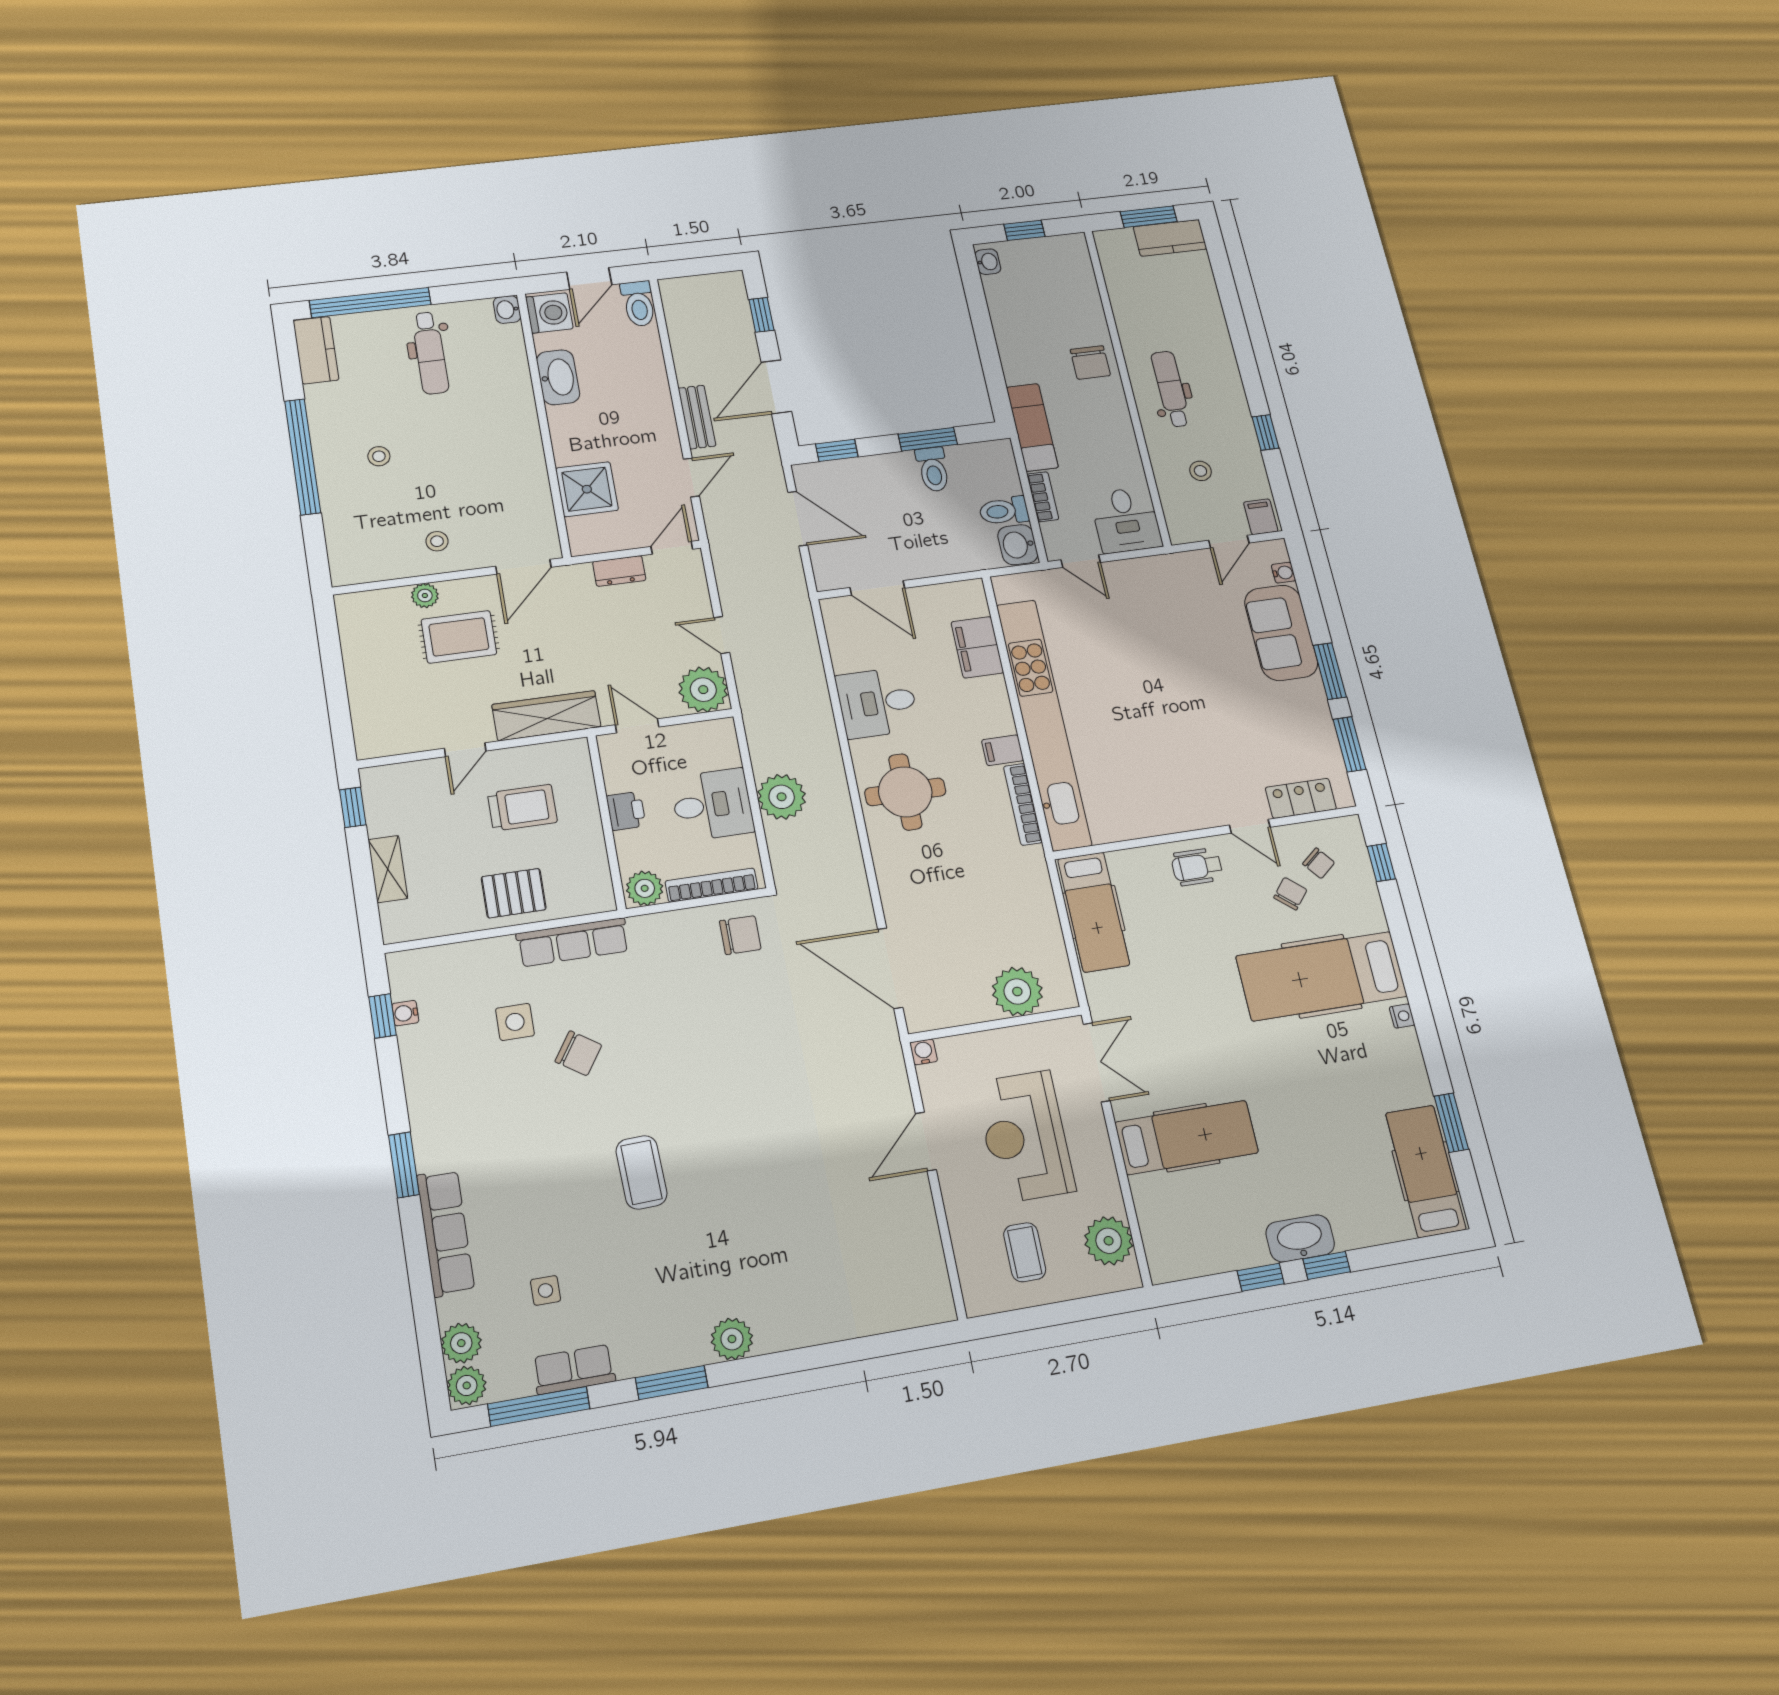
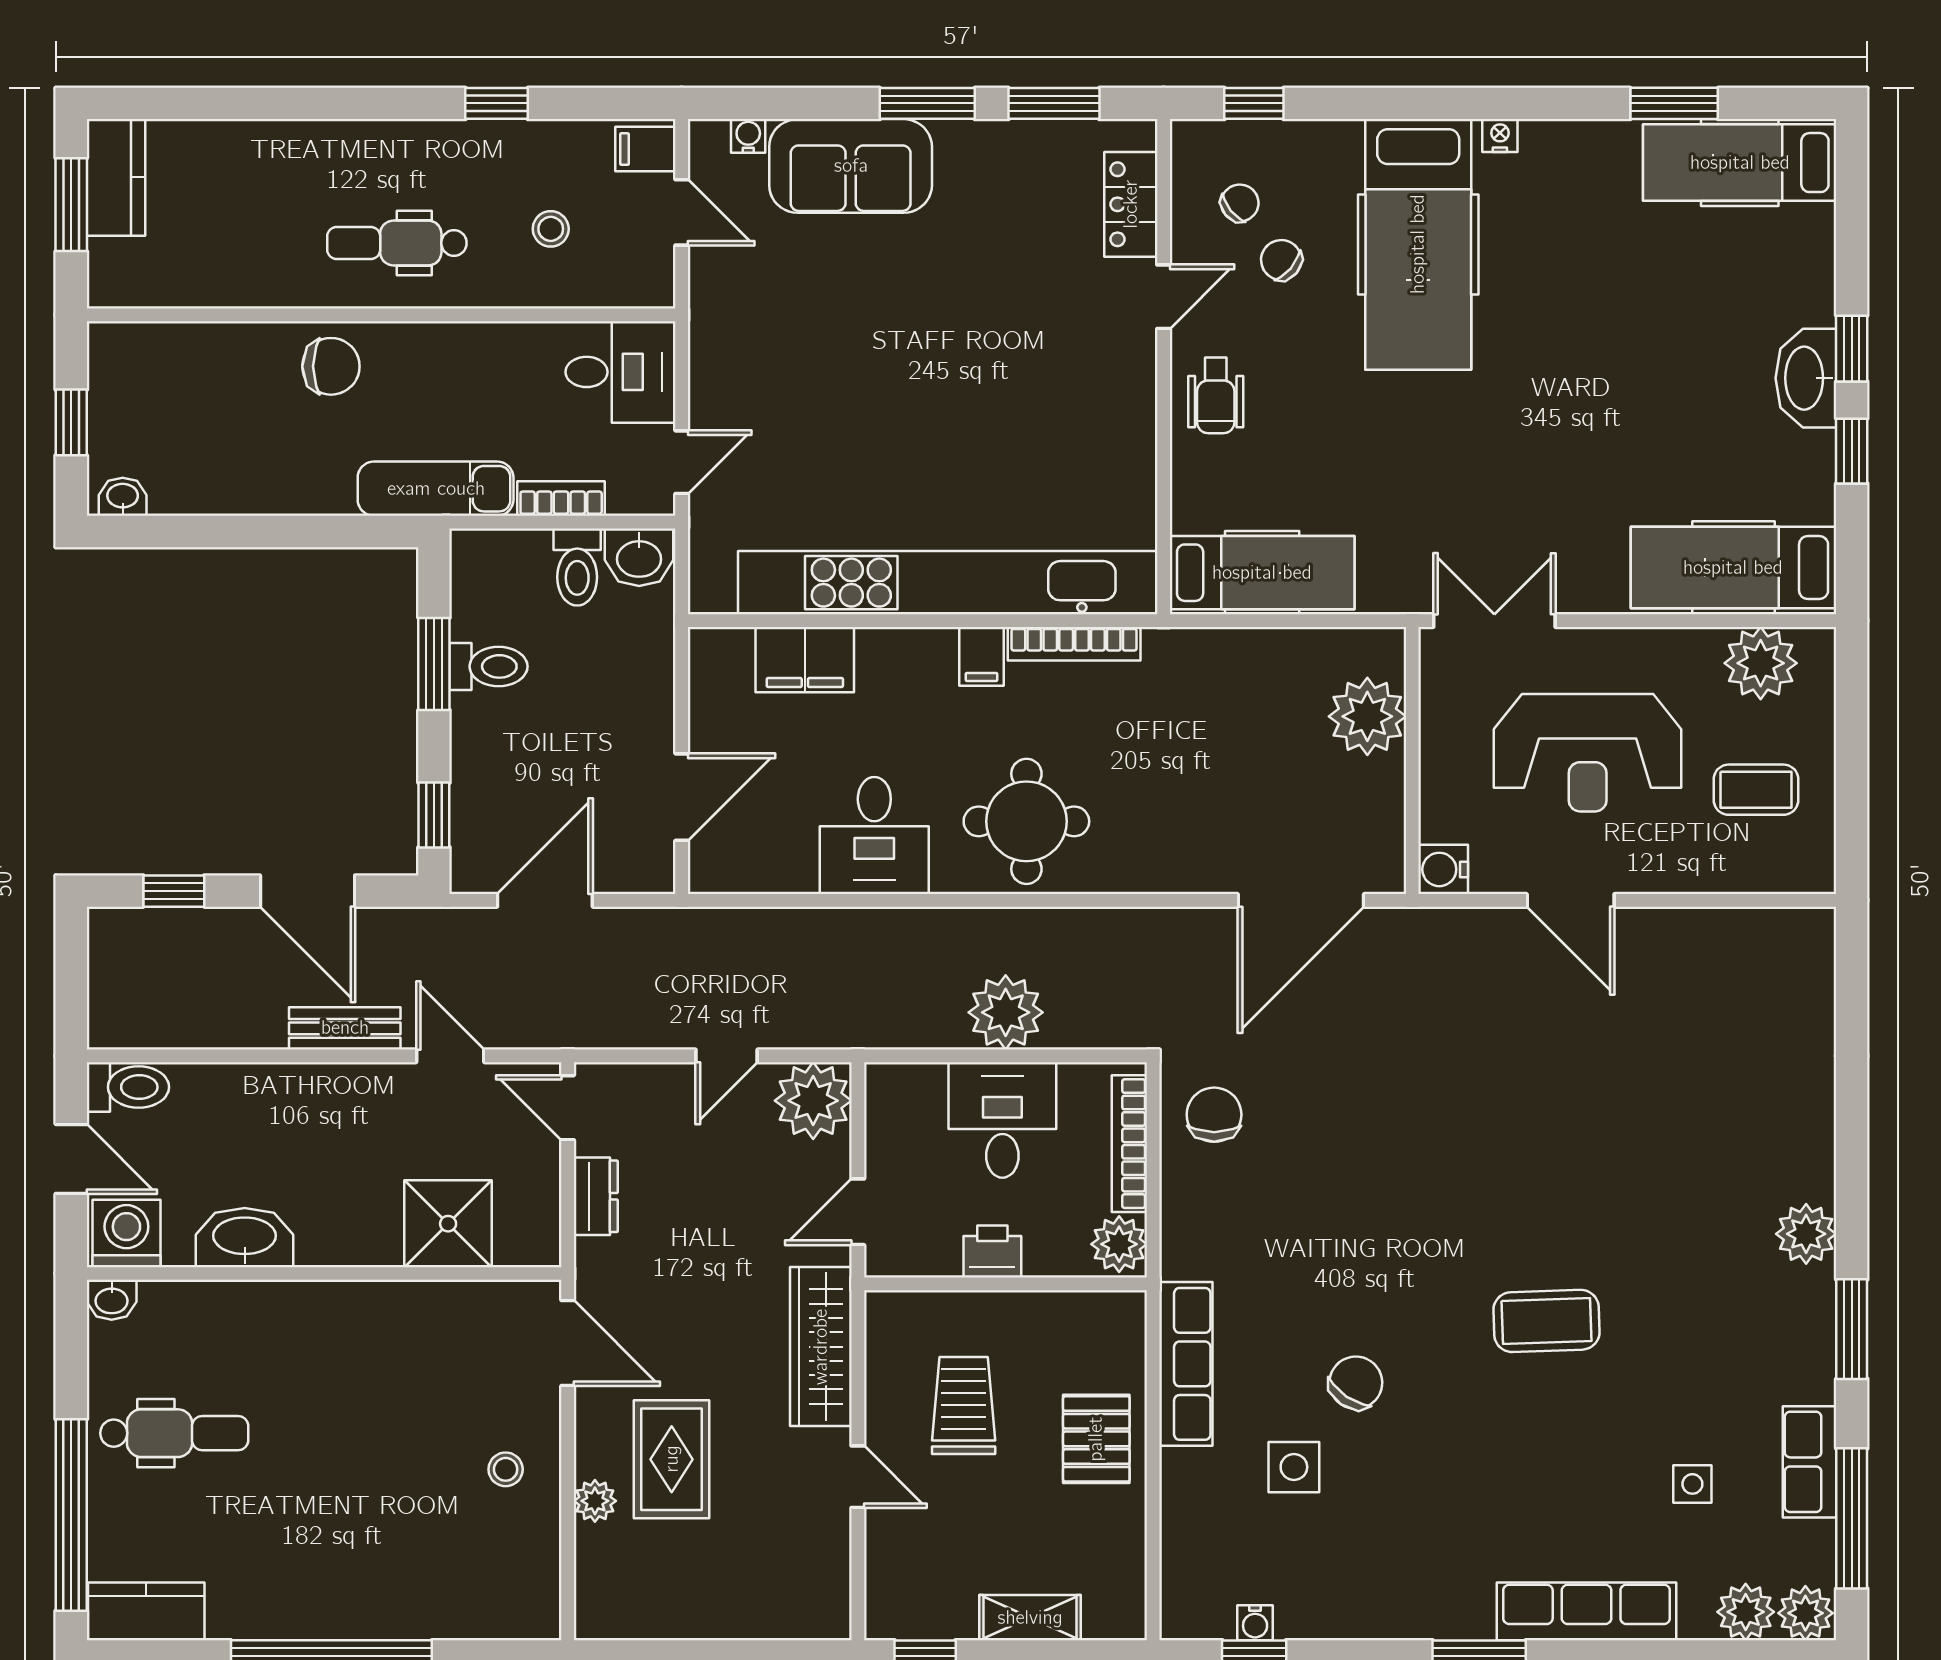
stool: (379, 456) -> (347, 1538), removed
water cooler: (924, 1052) -> (1443, 869), width x1.38, depth x1.38
hospital bed: (1187, 1138) -> (1733, 568), moved, turned -90

